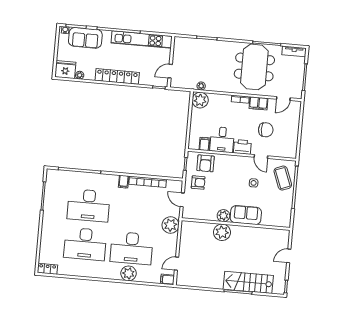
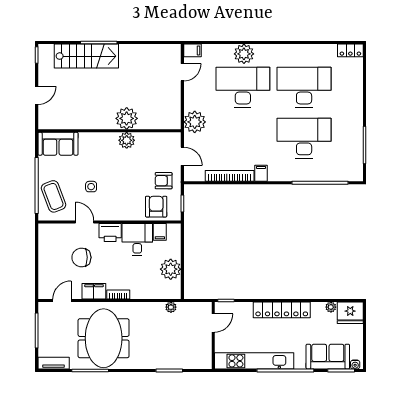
plant: (200, 100) -> (171, 269), moved
sofa: (246, 215) -> (58, 144), moved

